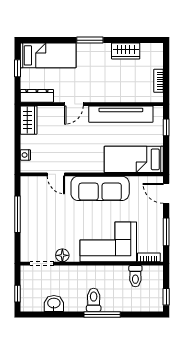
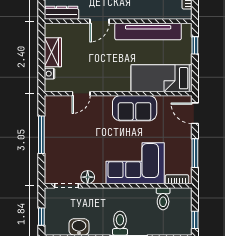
wardrobe: (29, 120) -> (53, 52), moved
door: (56, 174) -> (81, 94), hinge flipped
sofa: (100, 188) -> (135, 108), width x0.73

